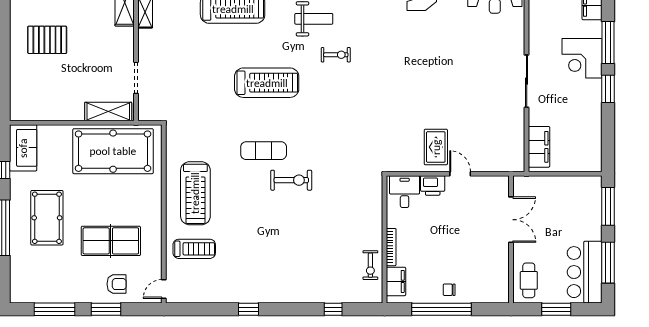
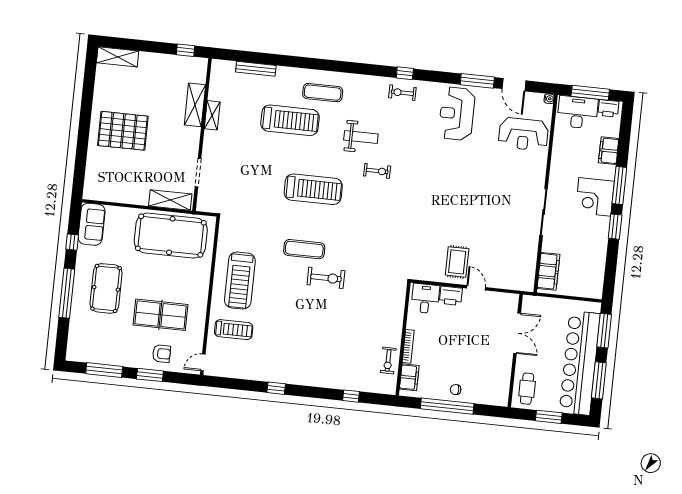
pallet: (47, 40) -> (123, 131), width x1.37, depth x1.41
bar counter: (585, 272) -> (580, 363), width x1.86

